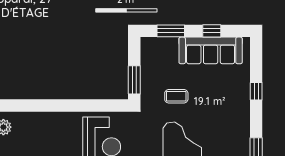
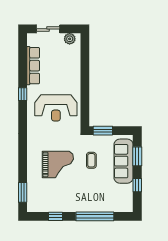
sofa: (211, 50) -> (124, 161), moved
window: (256, 91) -> (95, 216), width x3.17

